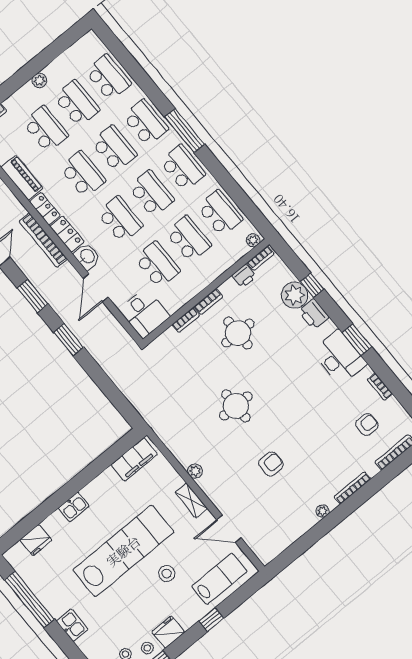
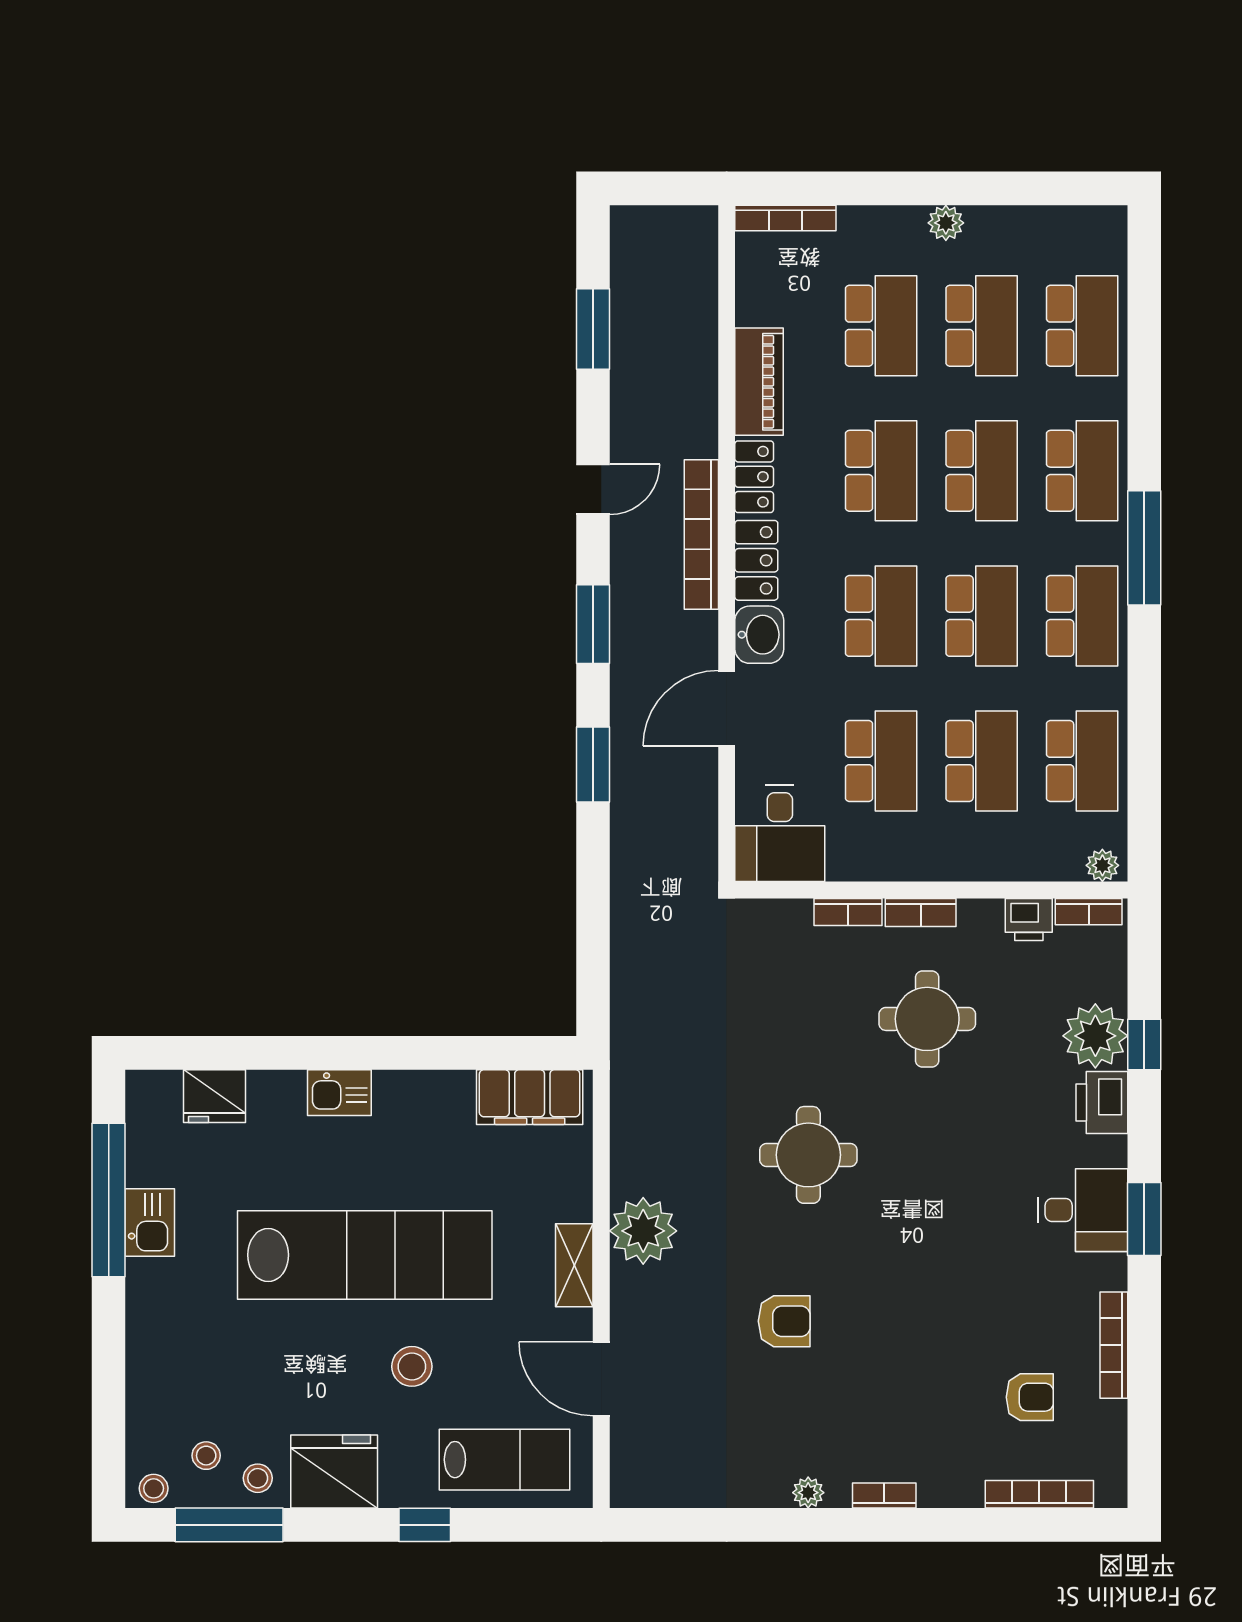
desk: (339, 357) -> (1083, 1210), width x0.73
bookcase: (380, 387) -> (1114, 1345), width x1.56
plant: (195, 471) -> (643, 1231), width x1.87, depth x1.87
bookcase: (352, 488) -> (884, 1495), width x0.64
kitchen sink: (72, 625) -> (150, 1223), moved
fridge: (168, 632) -> (334, 1471), width x1.36, depth x1.34

